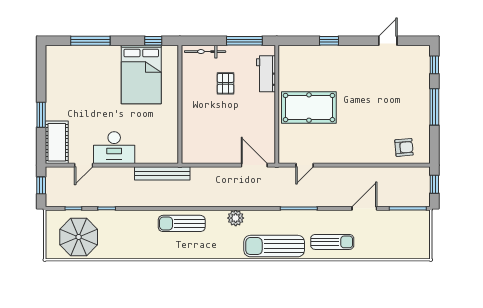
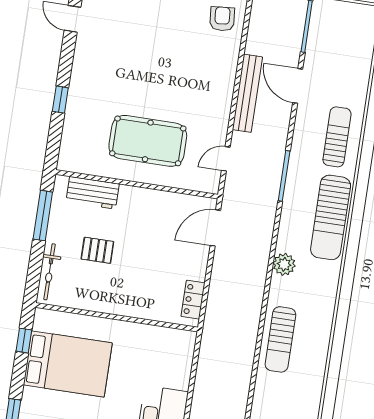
pool table: (309, 108) -> (148, 141), turned 90
locker: (201, 157) -> (193, 300), added
door: (305, 165) -> (226, 159), swing flipped
bench: (162, 173) -> (247, 93), moved

